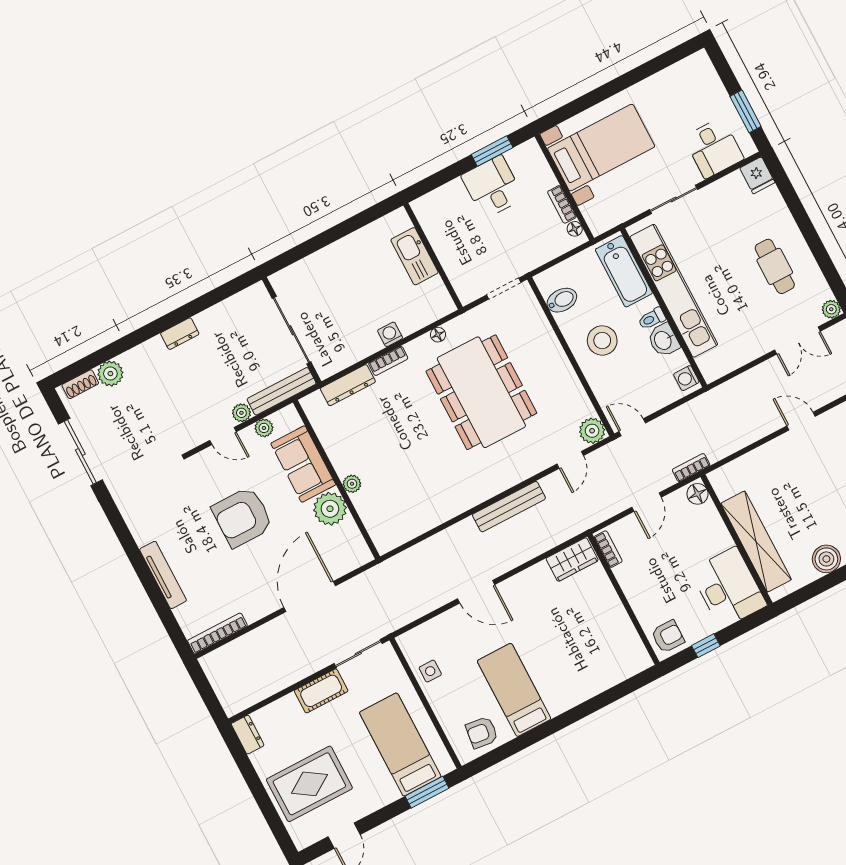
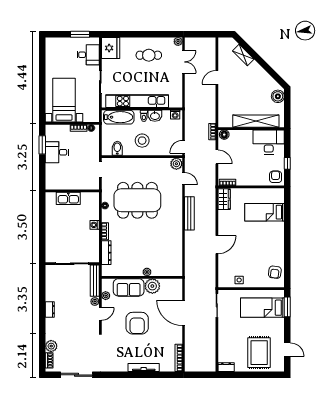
fridge: (757, 175) -> (111, 48), width x1.88, depth x1.34
bed: (514, 690) -> (264, 212), moved
cot: (321, 691) -> (224, 328), removed

